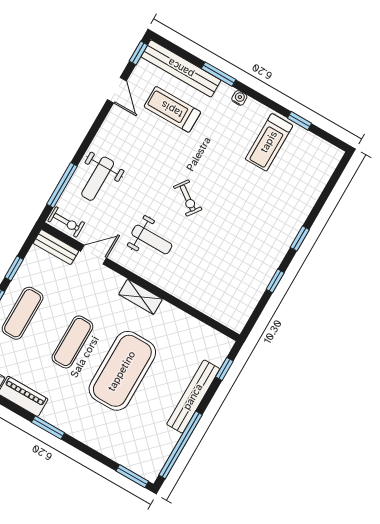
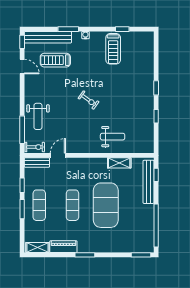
weight bench: (152, 239) -> (113, 137), moved
shelving: (141, 297) -> (119, 163), moved
bench: (193, 397) -> (149, 182), moved

